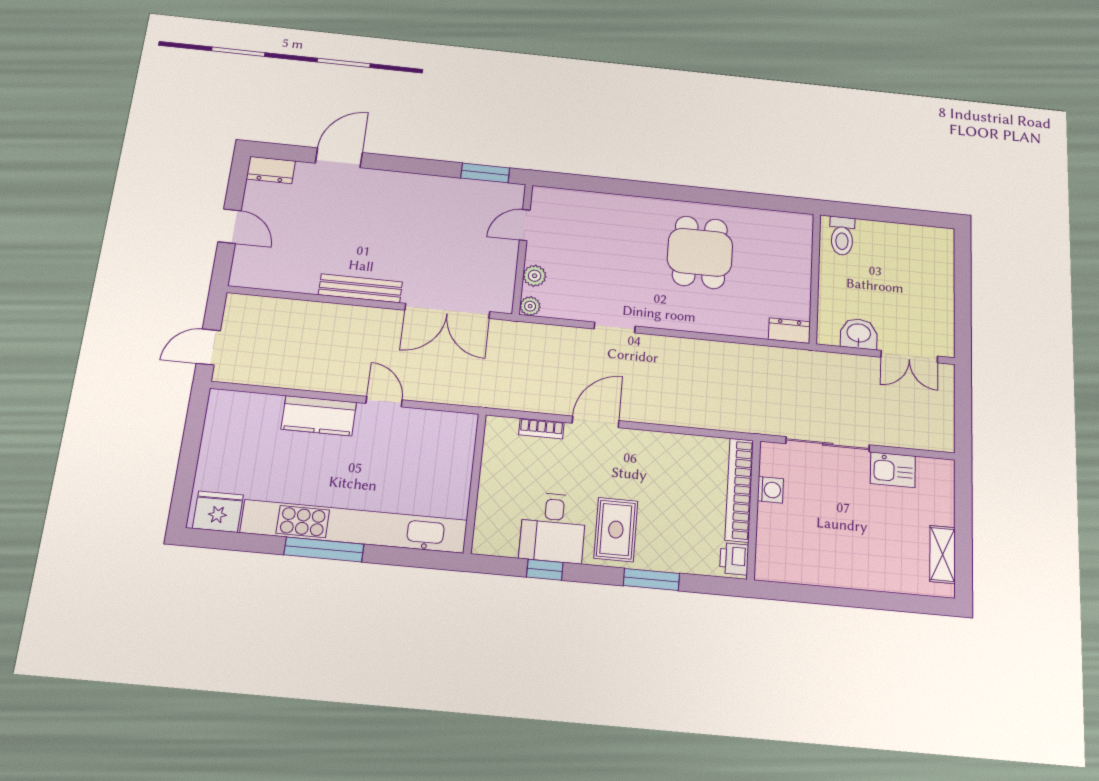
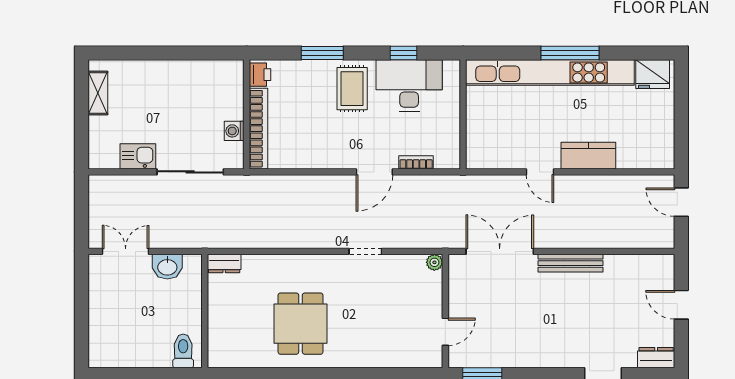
plant: (535, 276) -> (433, 289), removed
door: (208, 347) -> (681, 202), swing flipped
desk: (553, 528) -> (409, 86), width x1.37

